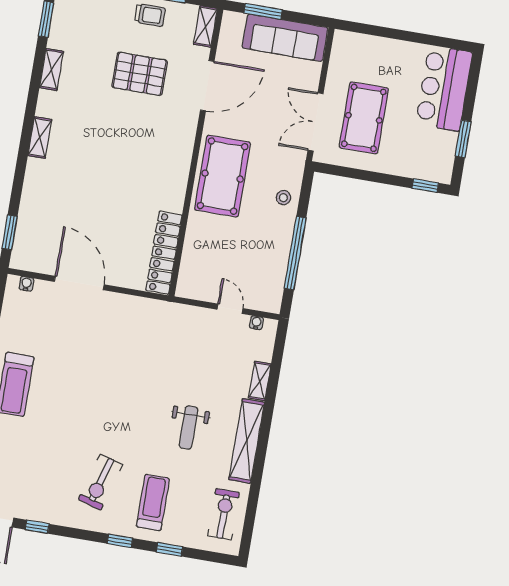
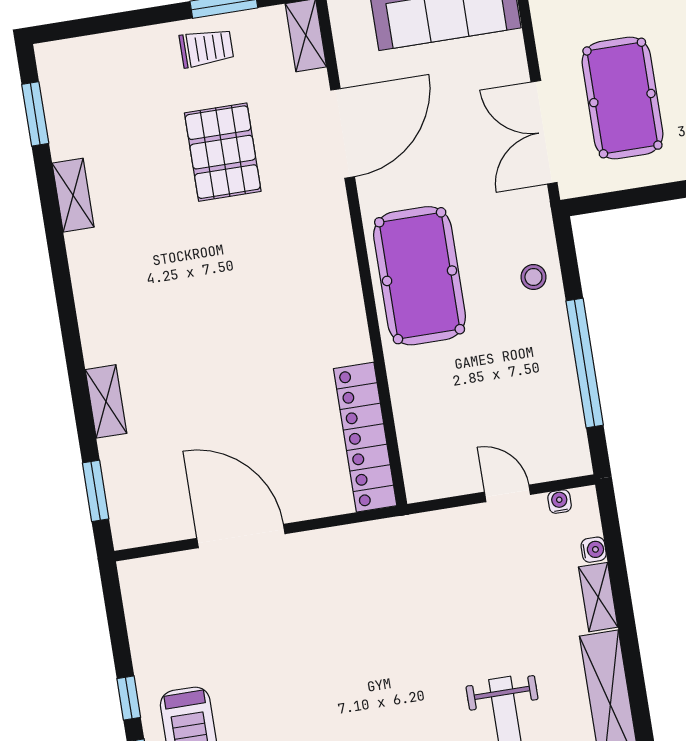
pallet: (140, 74) -> (223, 152), turned 90
shelving: (40, 138) -> (106, 401), moved
water cooler: (26, 284) -> (594, 550), moved, turned 90

